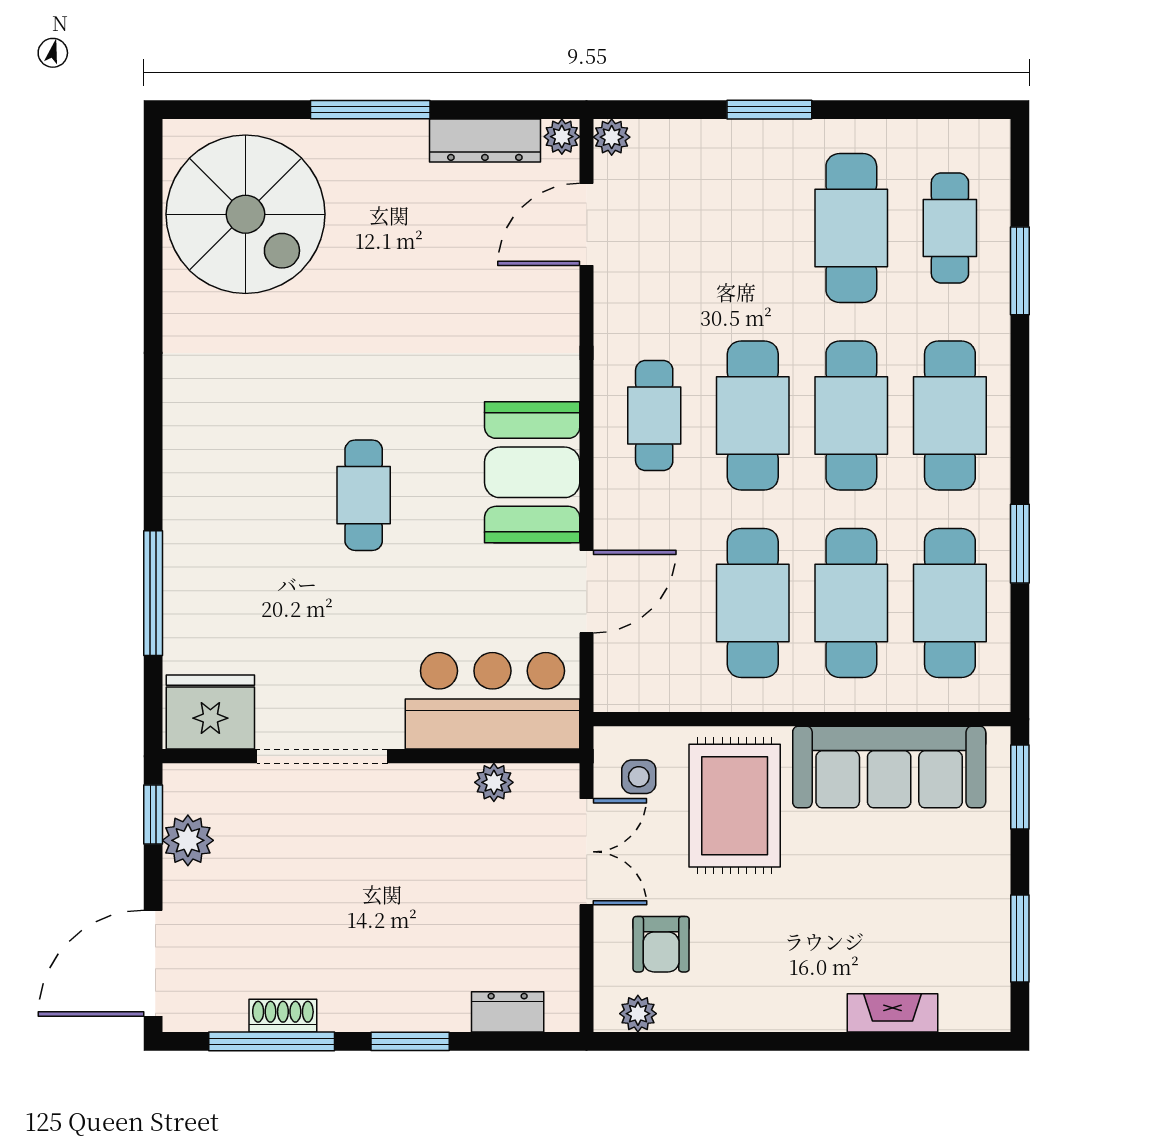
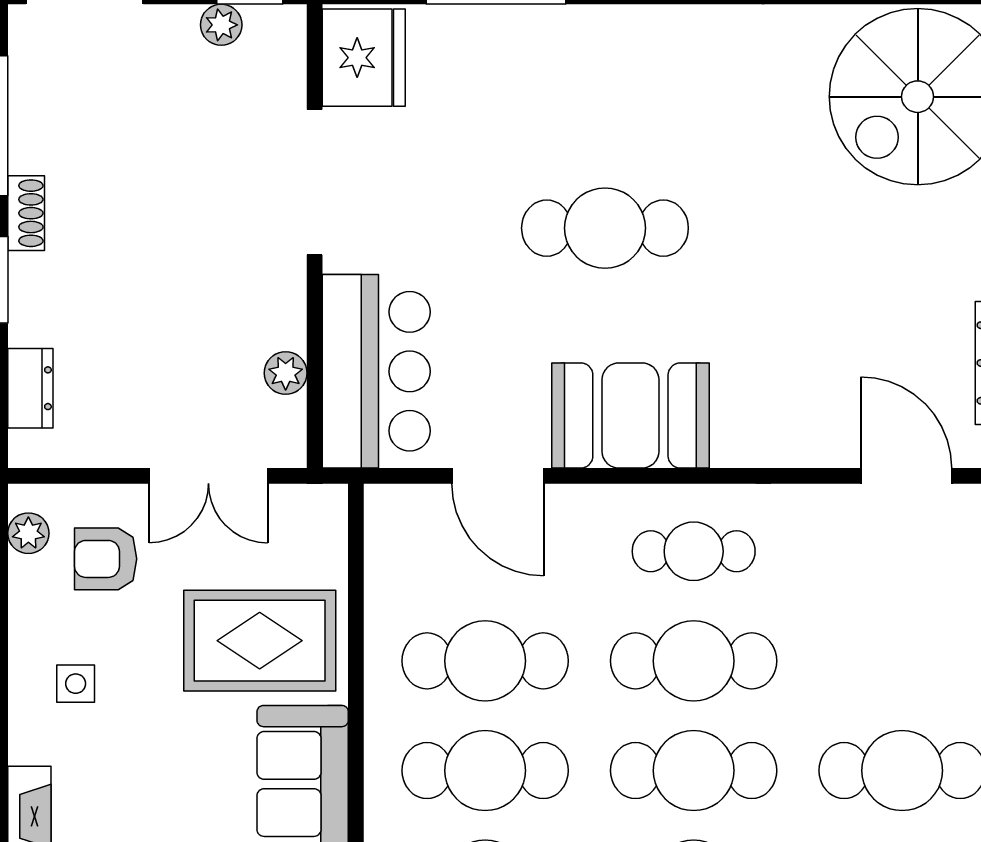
cafe table: (364, 495) -> (605, 228), width x1.37, depth x1.35
side table: (639, 777) -> (76, 684), moved
plant: (188, 840) -> (221, 25), width x0.73, depth x0.73
shoe rack: (283, 1016) -> (26, 213), moved

